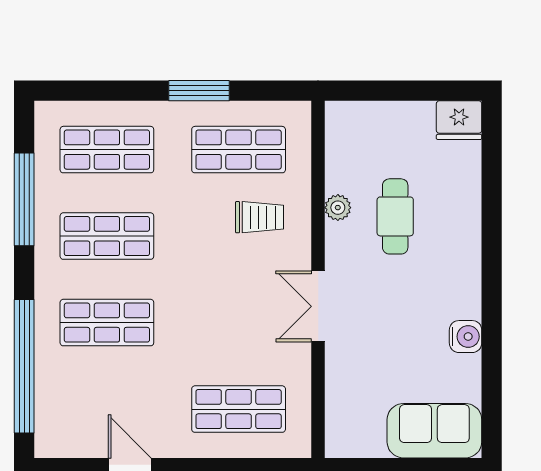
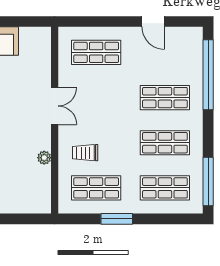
window: (24, 199) -> (208, 181), moved
cafe table: (395, 216) -> (14, 153), removed

